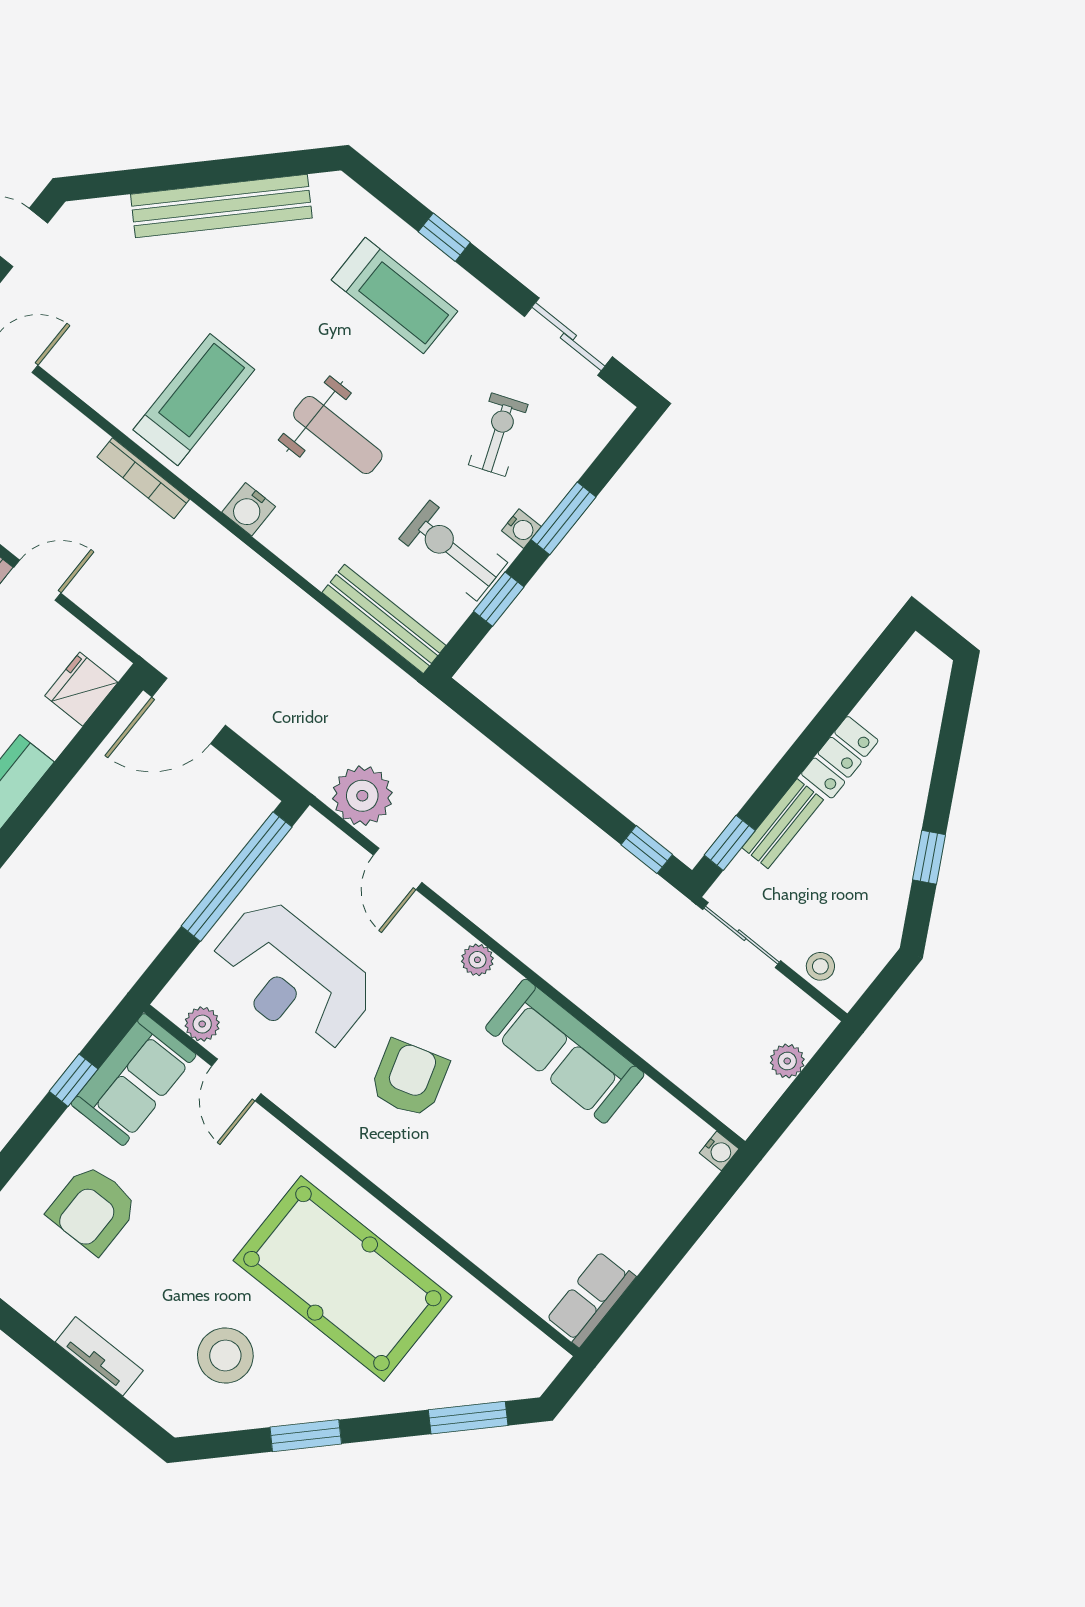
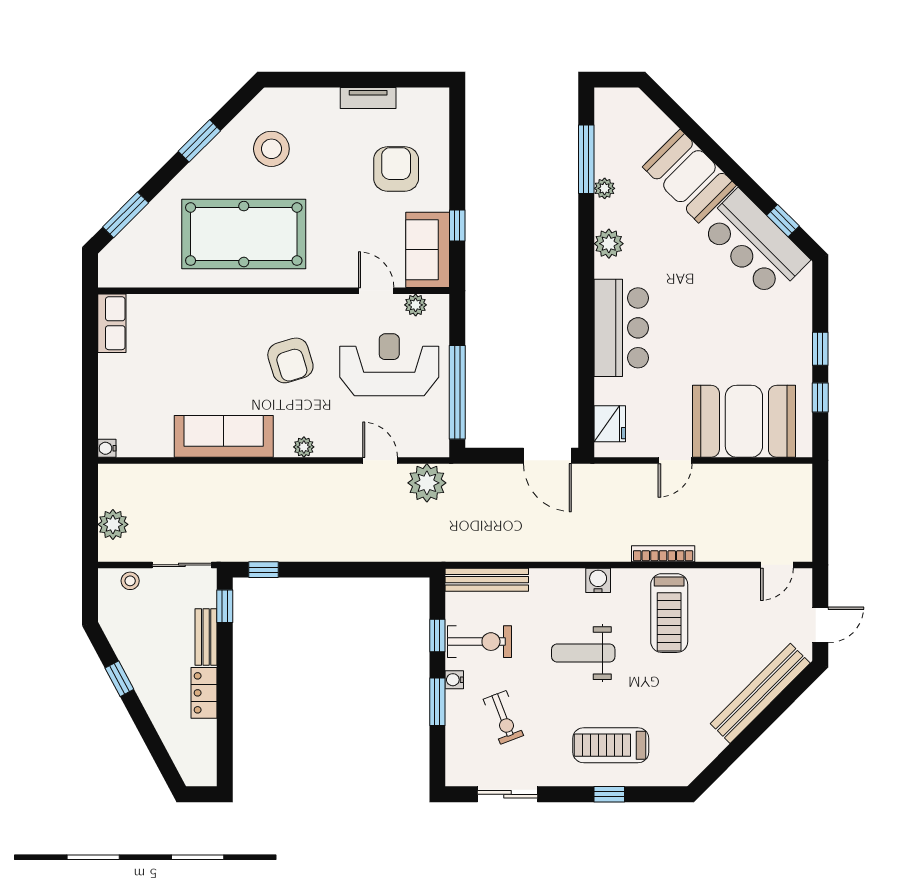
bench: (221, 206) -> (760, 693), moved
door: (189, 711) -> (547, 456), swing flipped
plant: (787, 1061) -> (113, 524), width x1.38, depth x1.38
tv unit: (99, 1356) -> (368, 98), moved

